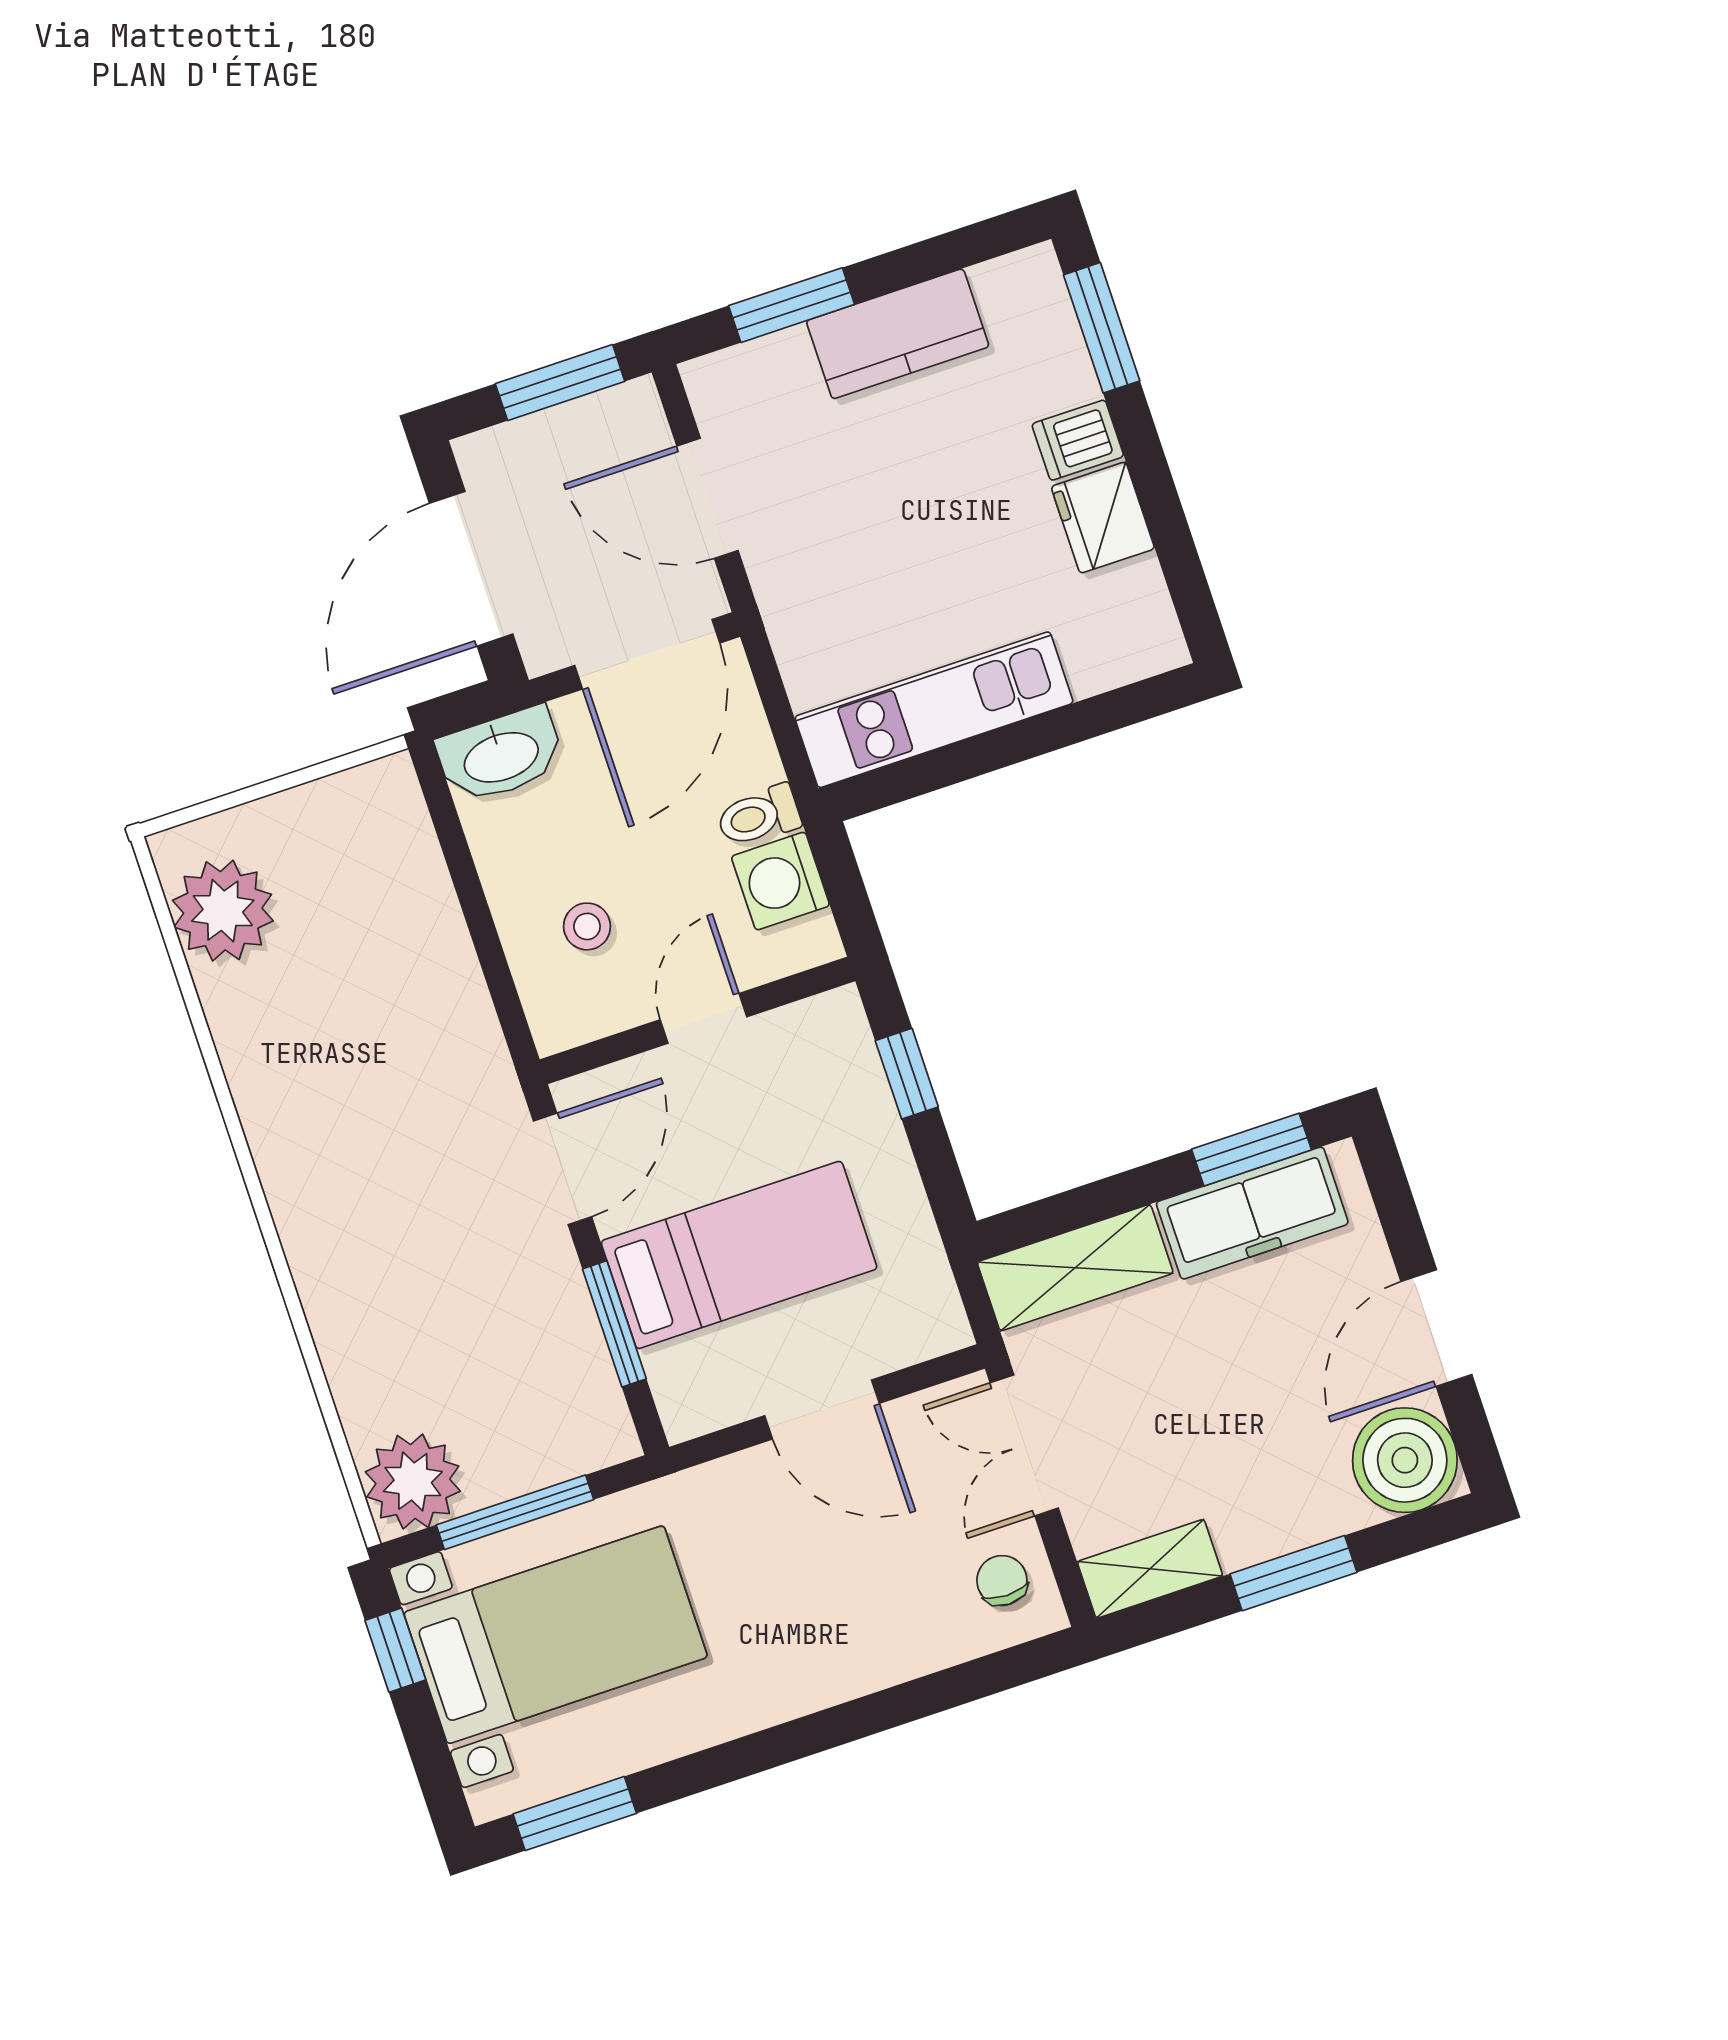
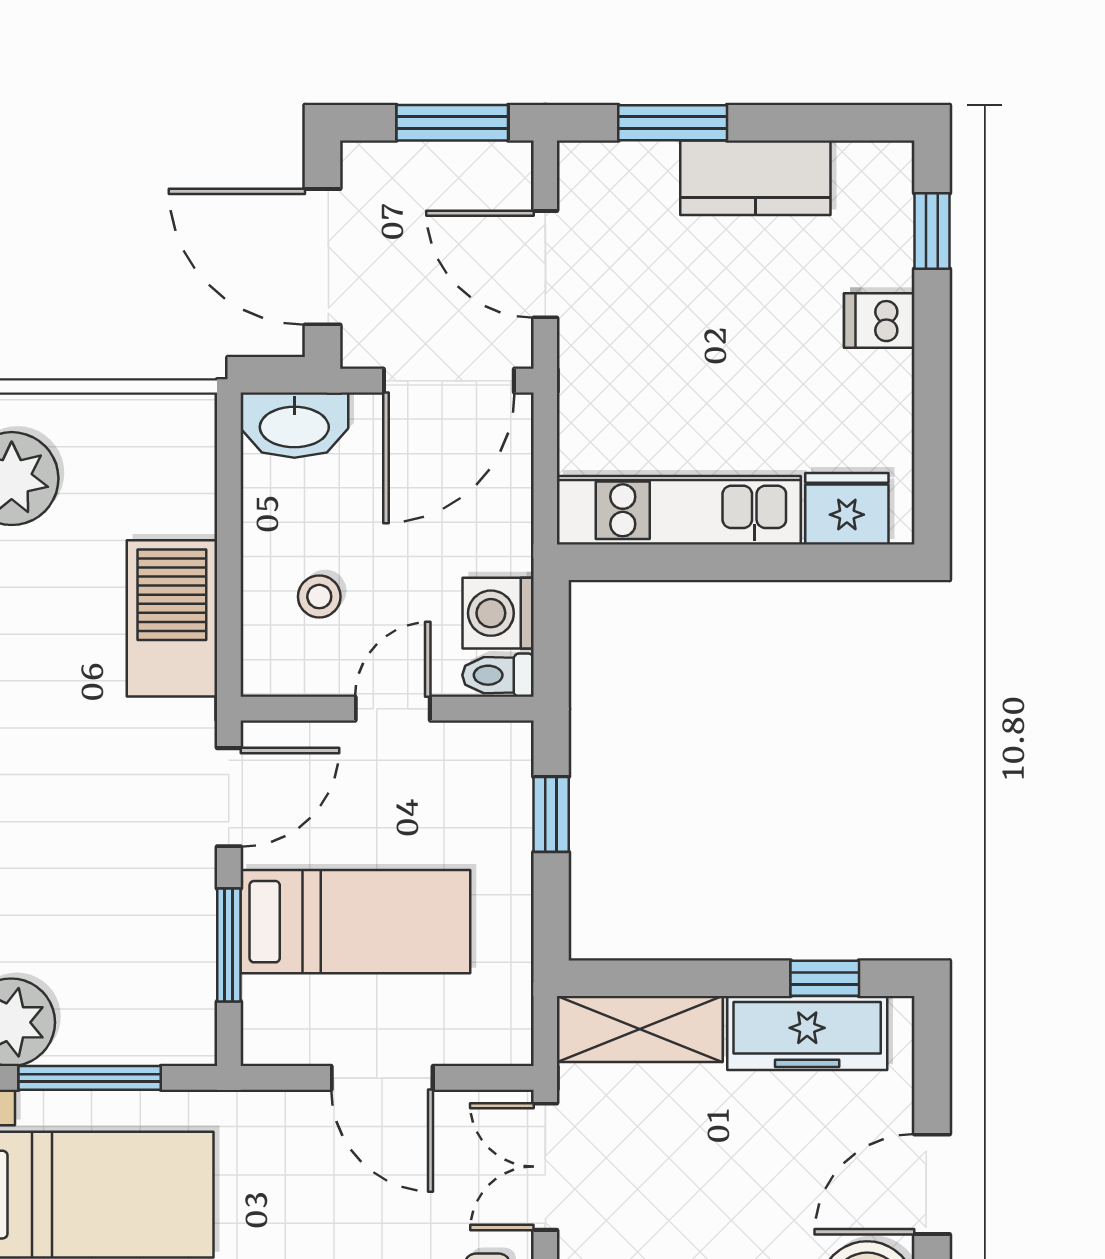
window: (1102, 328) -> (932, 231), width x0.67
fridge: (1103, 518) -> (847, 509), moved, turned 90
door: (471, 569) -> (323, 257), hinge flipped
toilet: (759, 816) -> (498, 675), moved
barbecue: (440, 1001) -> (172, 618), added
window: (1251, 1150) -> (825, 978), width x0.67

